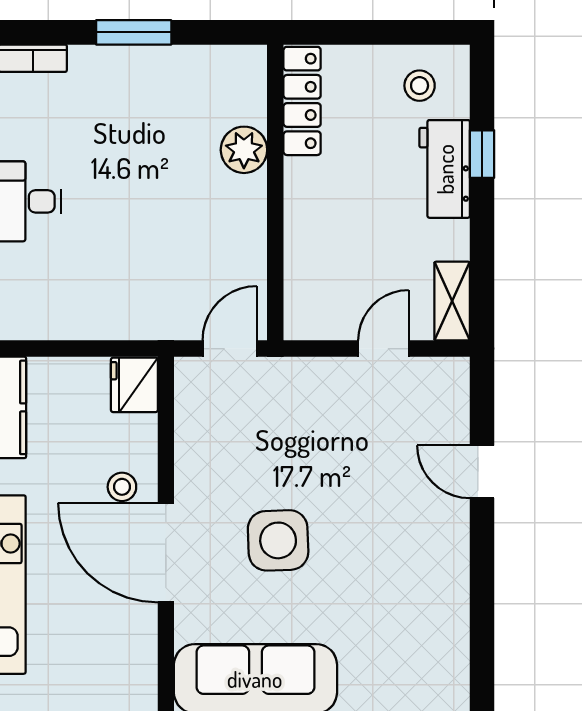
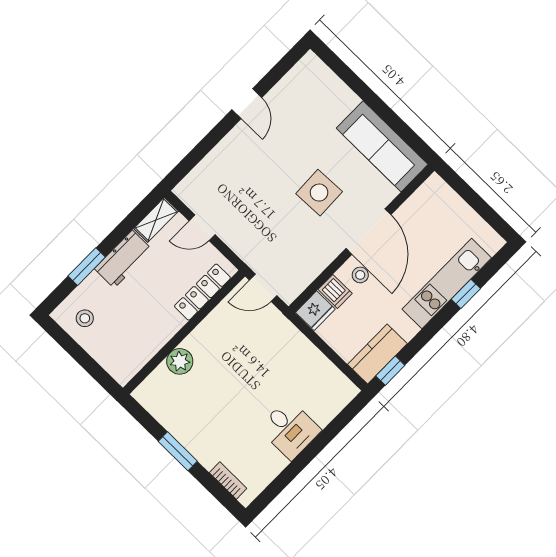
locker: (302, 101) -> (202, 292), moved
window: (482, 154) -> (87, 267), width x1.50
workbench: (445, 169) -> (123, 259), moved
dishwasher: (133, 434) -> (335, 291), added
door: (482, 472) -> (247, 104), moved

